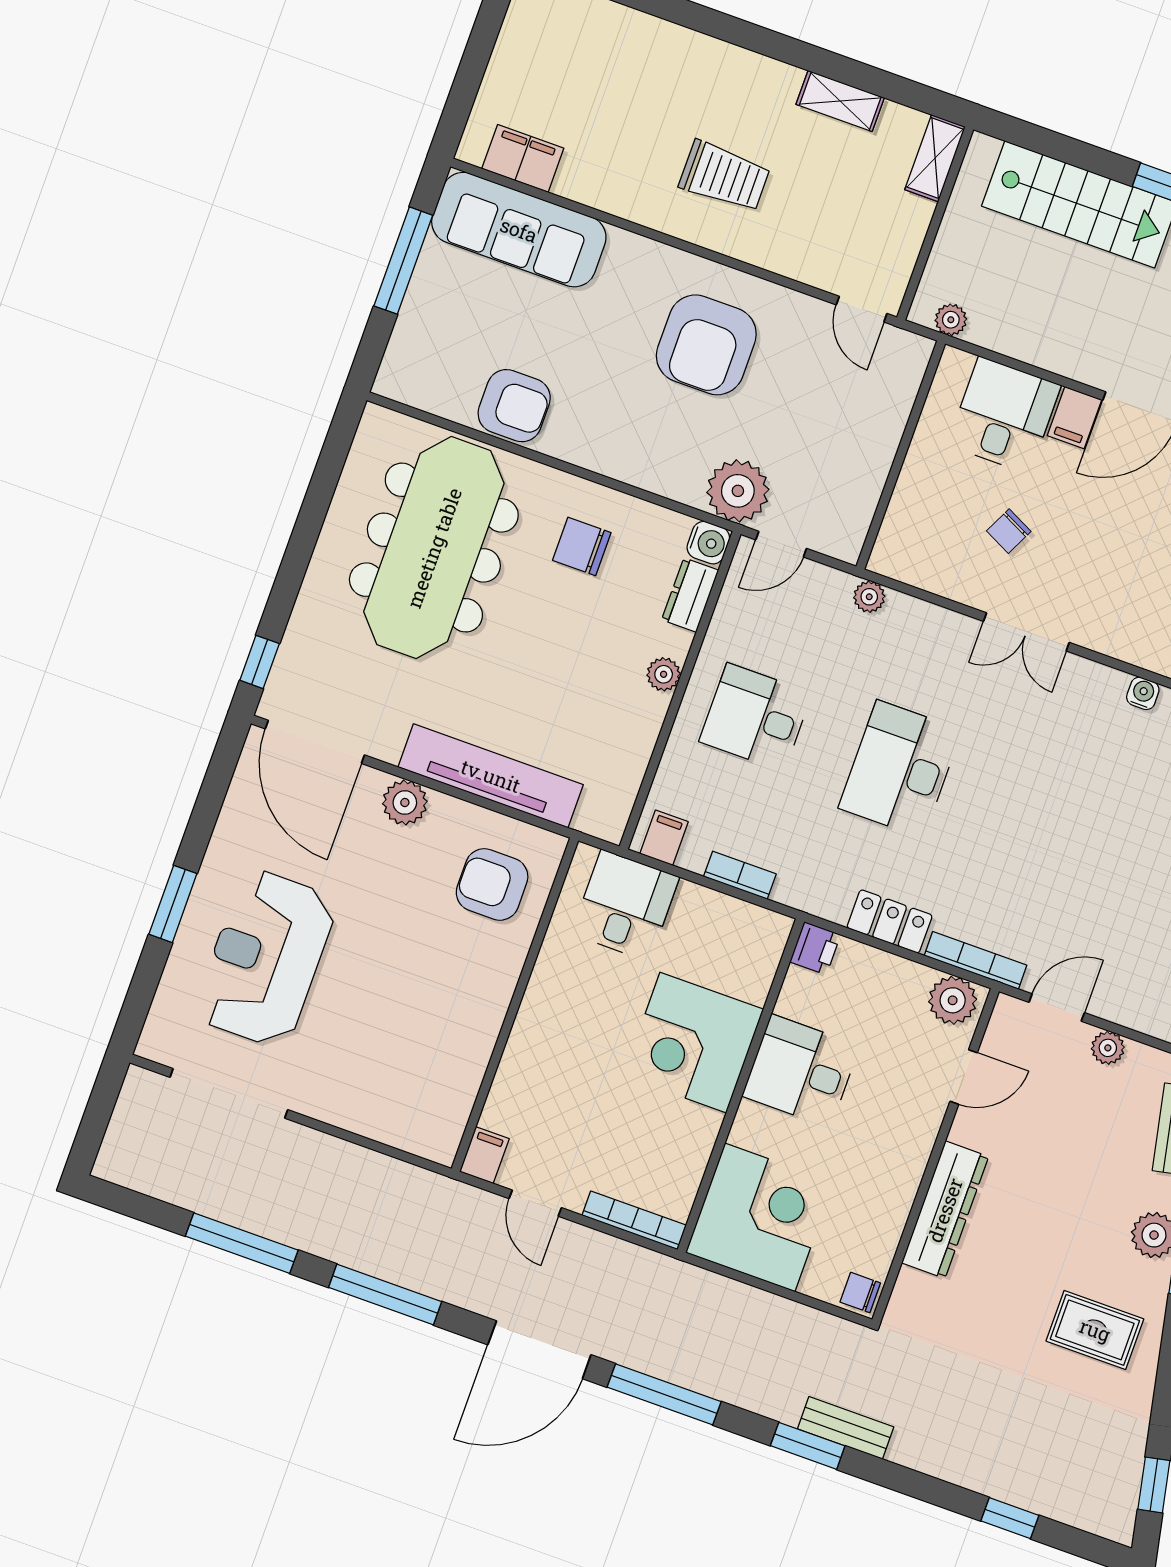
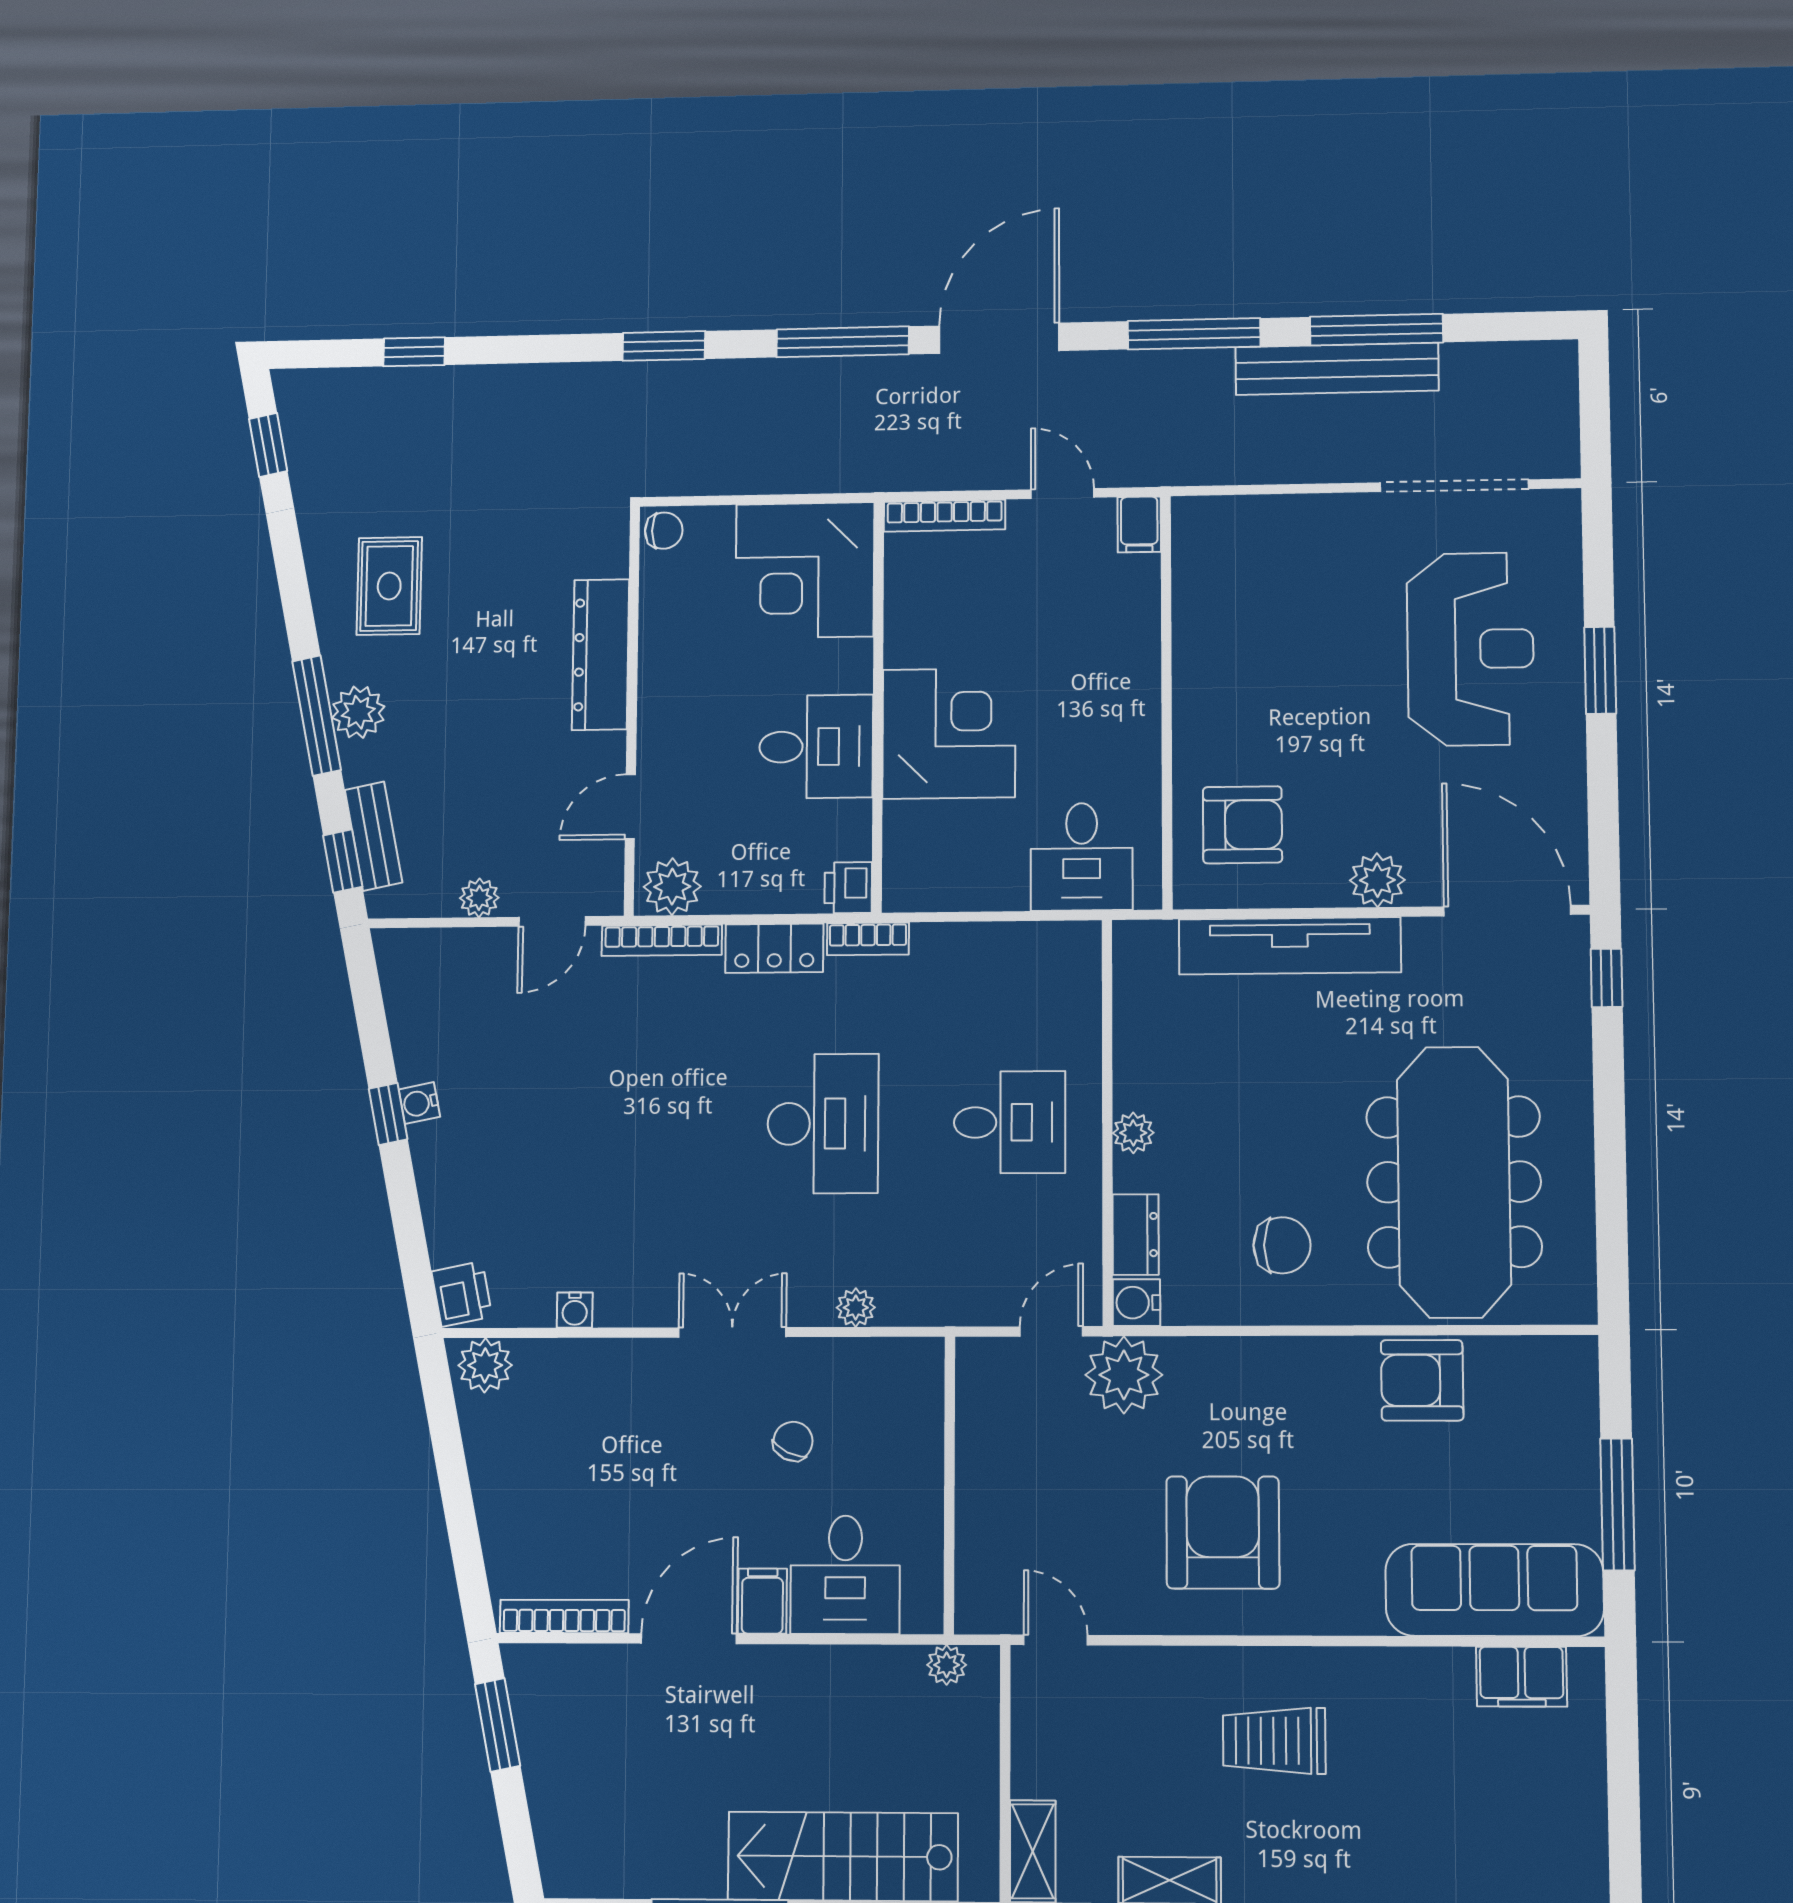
plant: (869, 597) -> (856, 1308), moved
filing cabinet: (664, 838) -> (1065, 948), removed
bookcase: (740, 875) -> (868, 939), moved
rug: (1095, 1330) -> (389, 586), turned 90
bench: (846, 1428) -> (1337, 369), moved, width x1.86, depth x1.21

